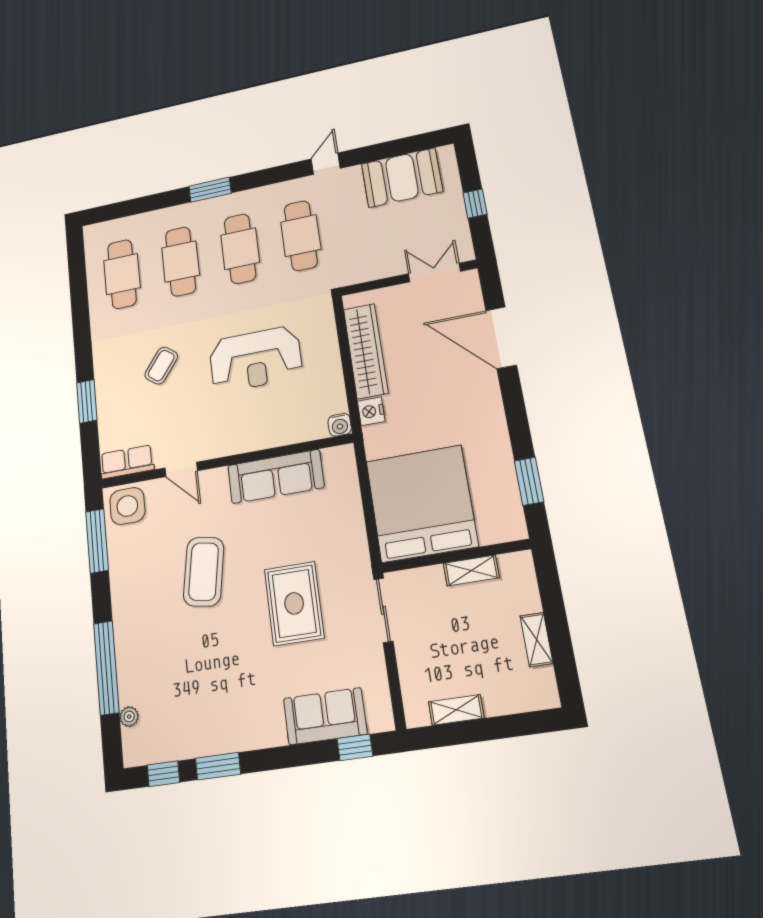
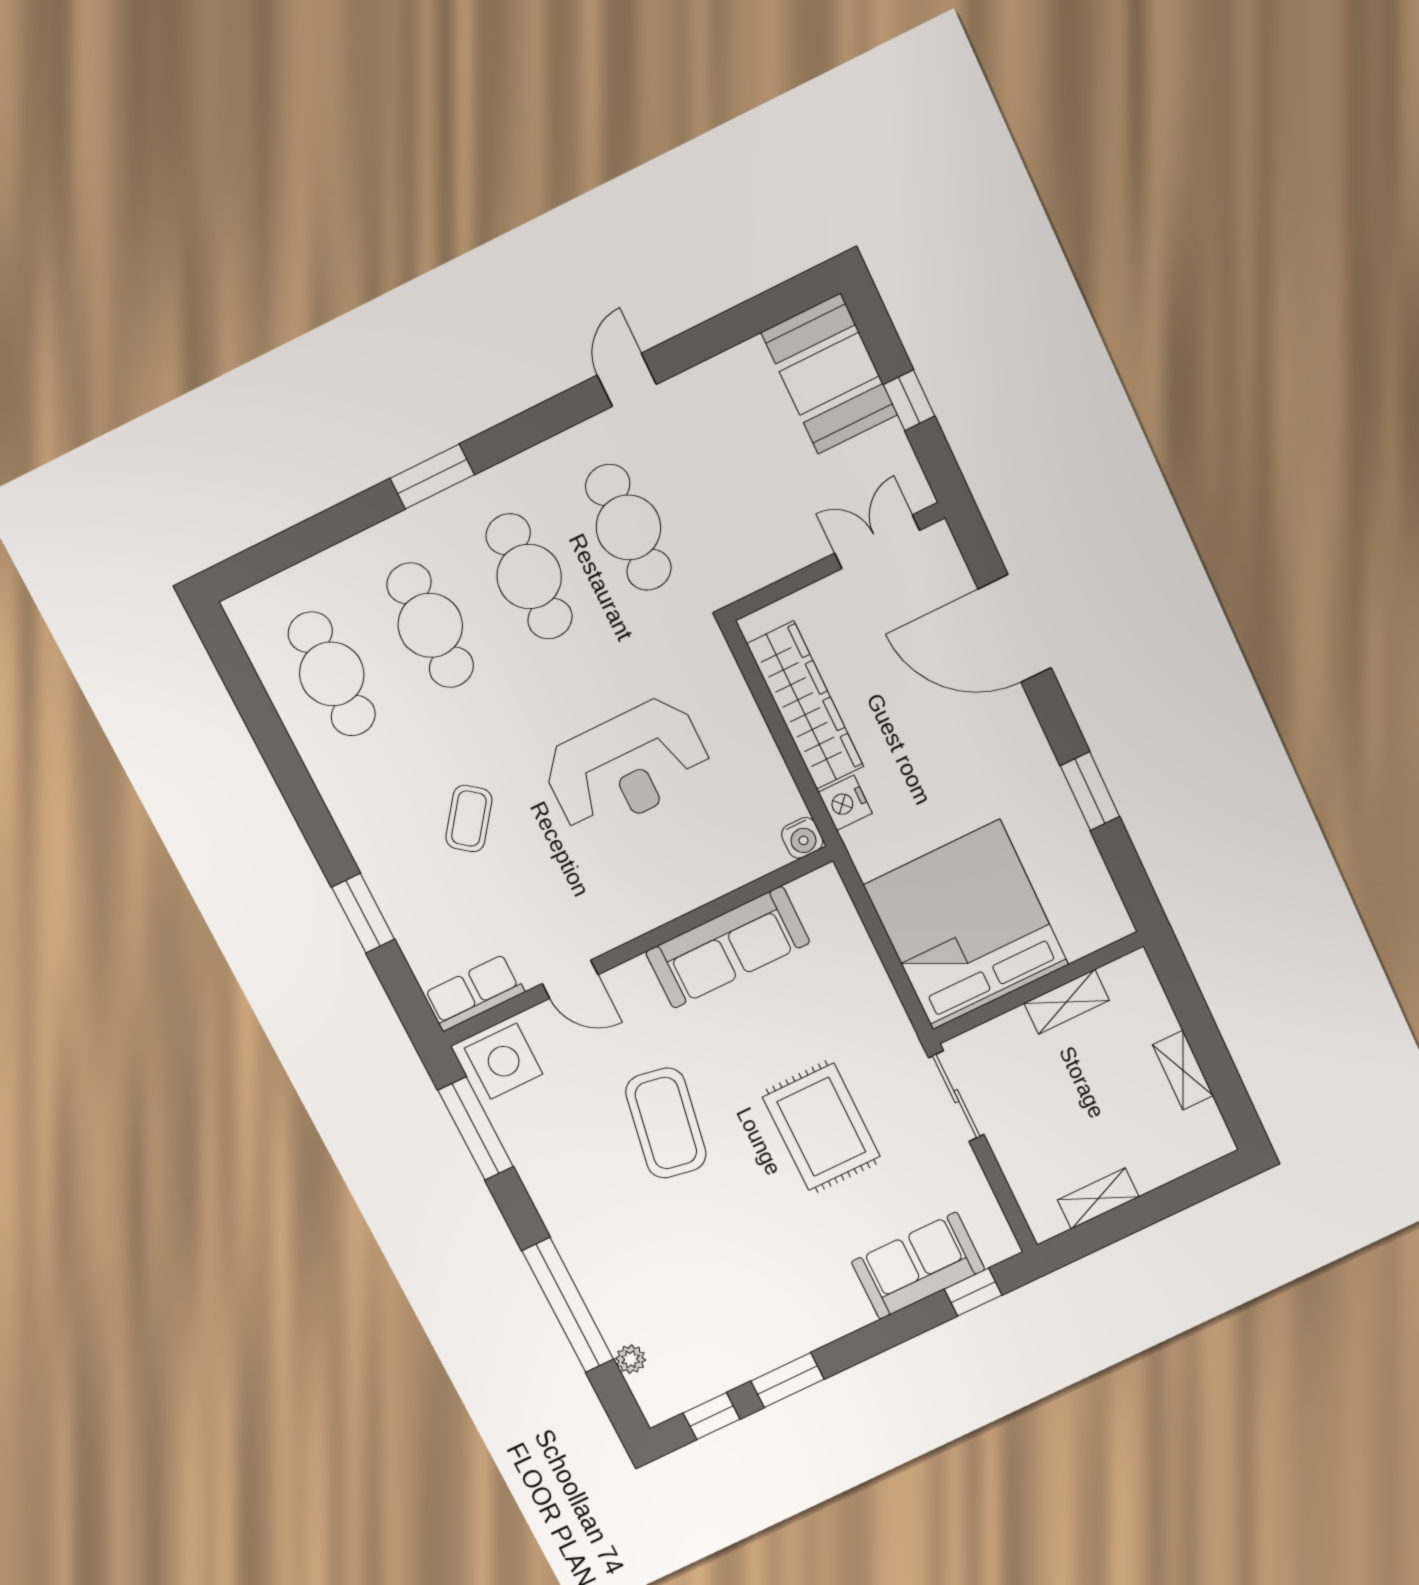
booth: (402, 178) -> (829, 374), moved, turned 90
window: (529, 481) -> (1090, 791), moved

